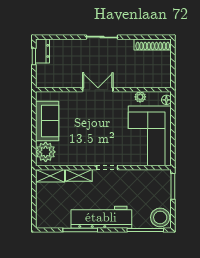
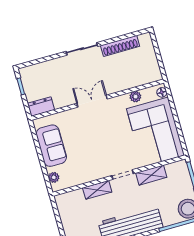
shoe rack: (153, 44) -> (120, 46), moved
dresser: (42, 51) -> (41, 106), moved, turned -90
plant: (46, 152) -> (54, 177), width x0.53, depth x0.53
shelving: (50, 176) -> (151, 175), moved

